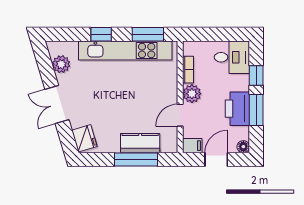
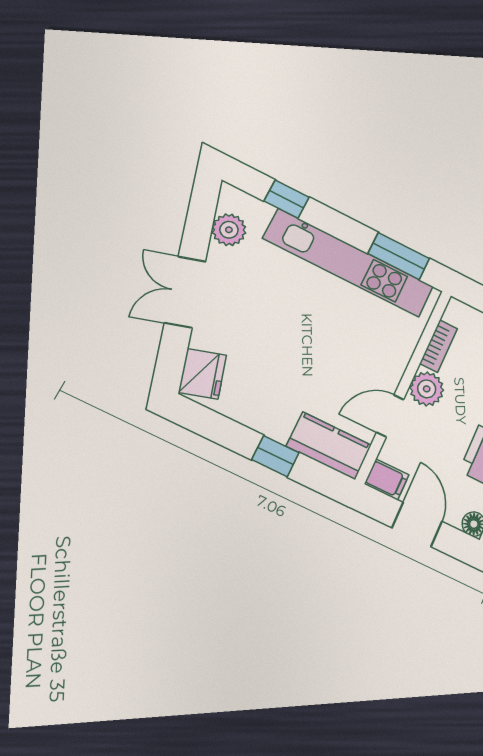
window: (101, 34) -> (287, 199), moved
kitchen counter: (140, 143) -> (329, 446), moved
window: (136, 160) -> (275, 456), width x0.46
door: (216, 160) -> (417, 525), hinge flipped

